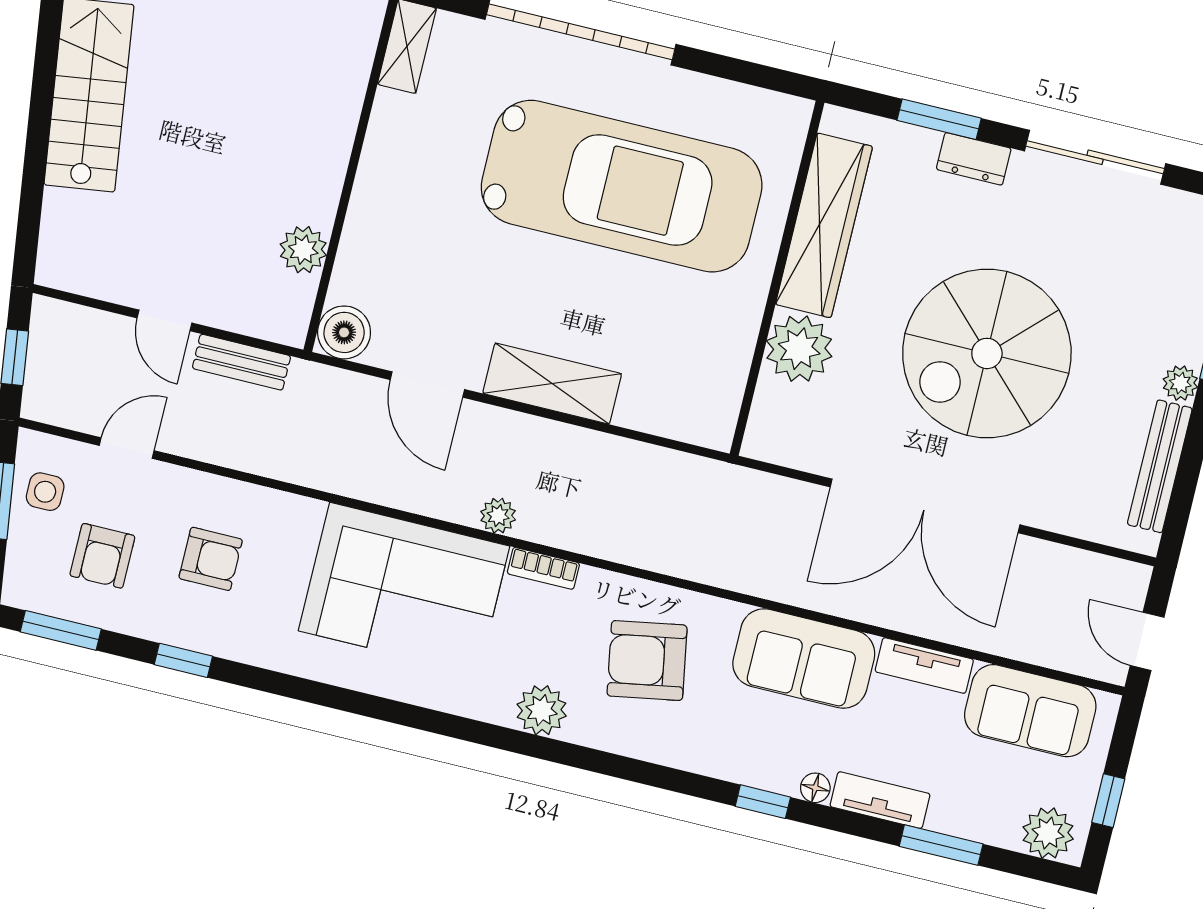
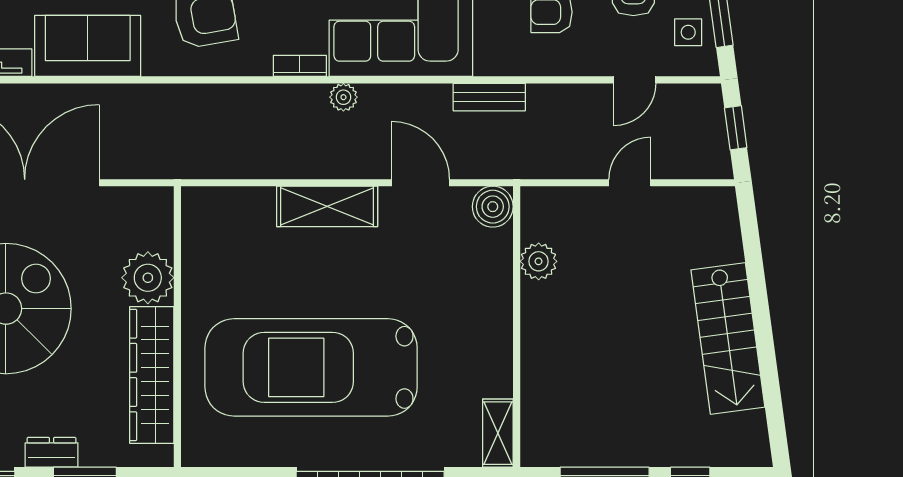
door: (164, 320) -> (630, 183), hinge flipped
bench: (241, 362) -> (489, 97), moved

